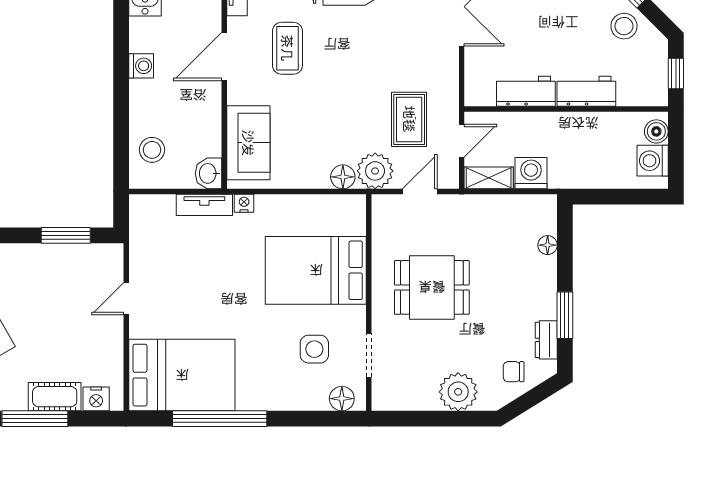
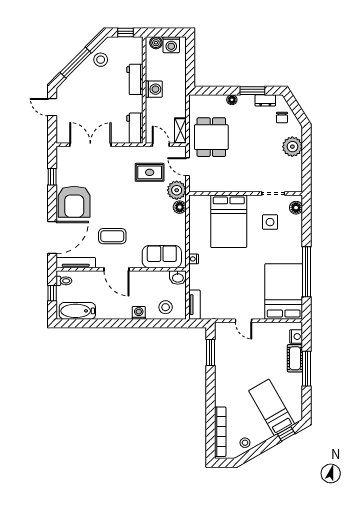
washing machine: (141, 66) -> (139, 313), moved
workbench: (526, 91) -> (135, 128), moved
washing machine: (531, 173) -> (154, 89), moved, turned 180
tv unit: (204, 205) -> (194, 305), moved
floor lamp: (548, 245) -> (232, 100), moved
dining table: (432, 287) -> (211, 137), moved

